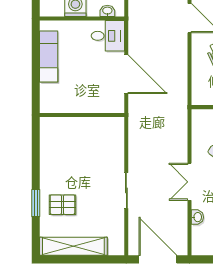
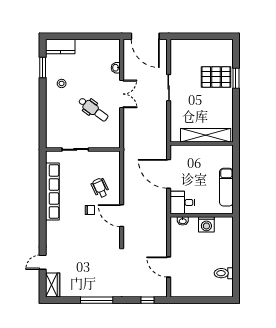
pallet: (62, 205) -> (216, 77), width x1.50, depth x1.42
shelving: (73, 246) -> (206, 135), moved

